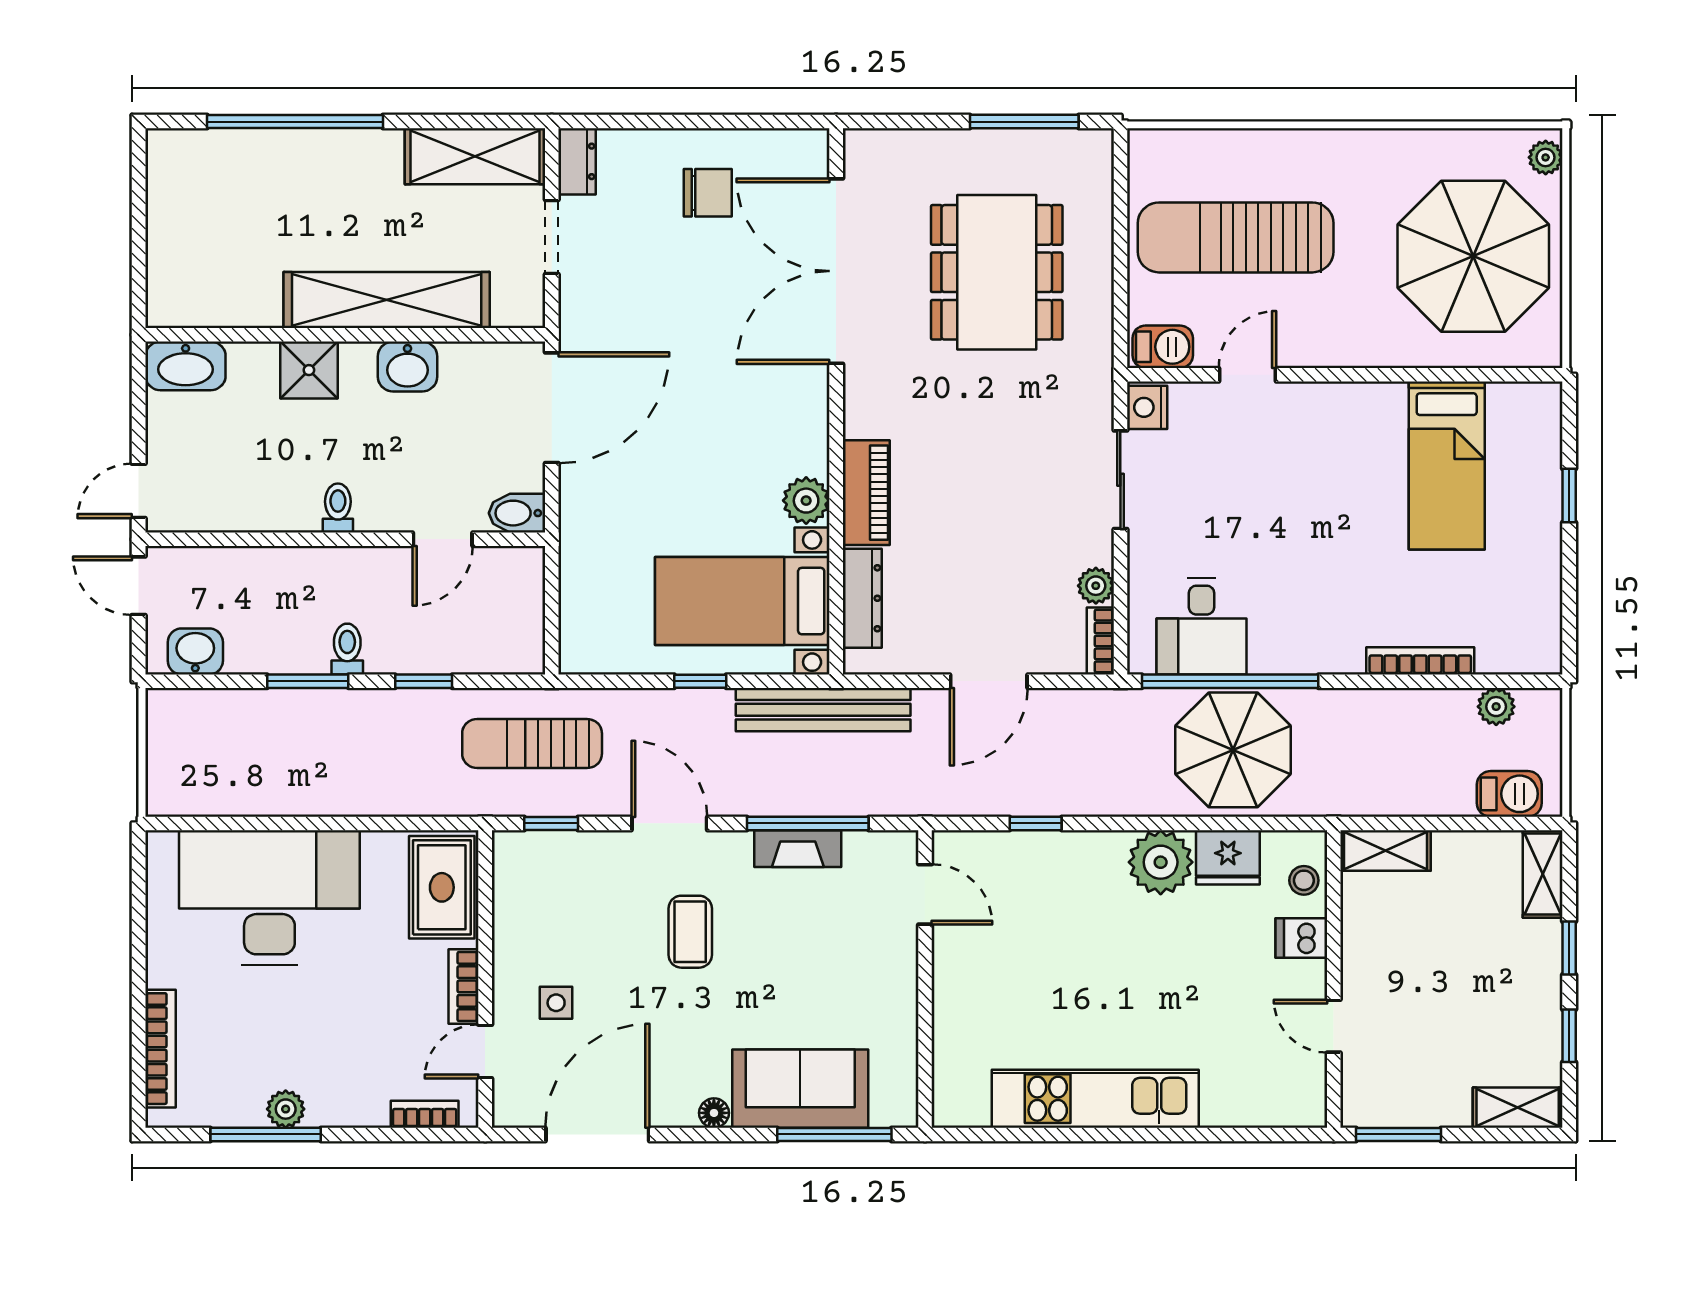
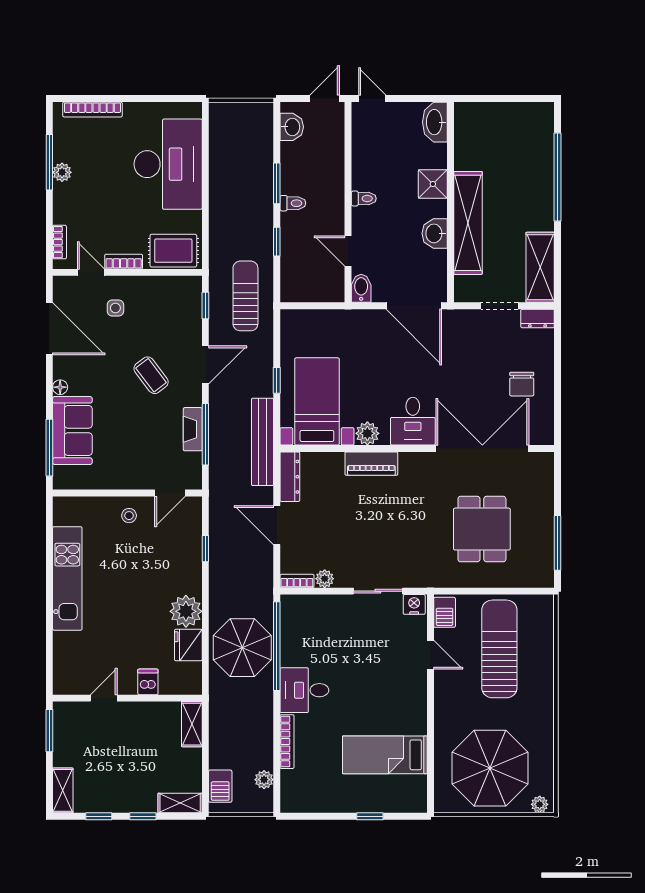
dining table: (997, 272) -> (482, 529), width x0.73
desk: (782, 410) -> (413, 421), added
dresser: (862, 598) -> (290, 477), moved, turned -90
desk: (1202, 626) -> (304, 690), moved
stool: (1304, 880) -> (129, 516), moved
coffee table: (690, 932) -> (151, 375), turned 53

